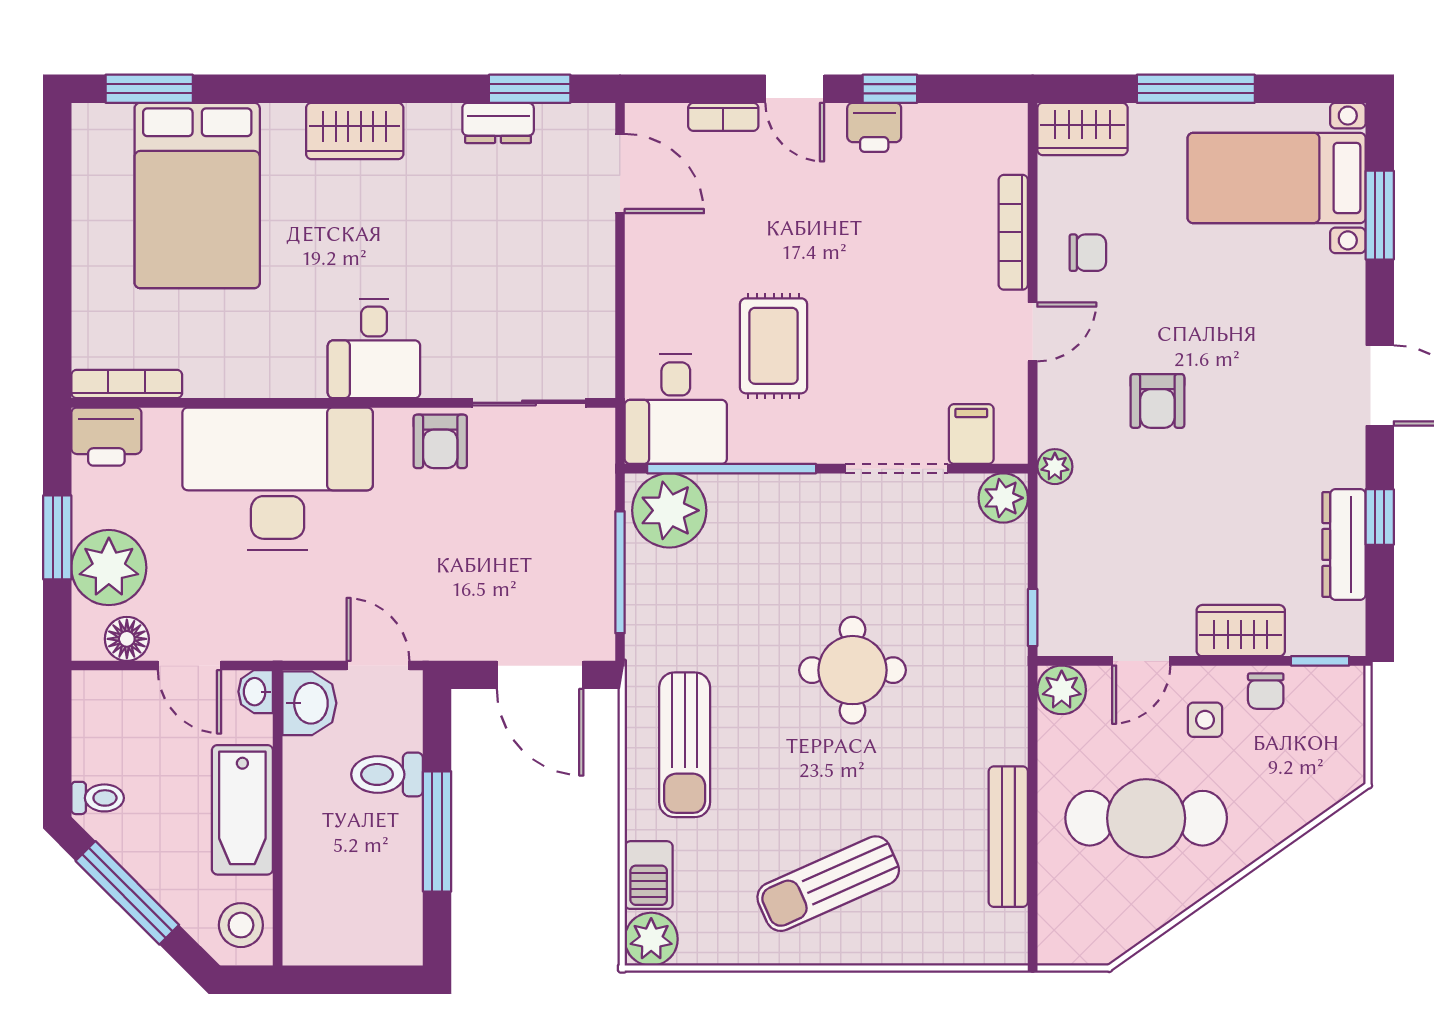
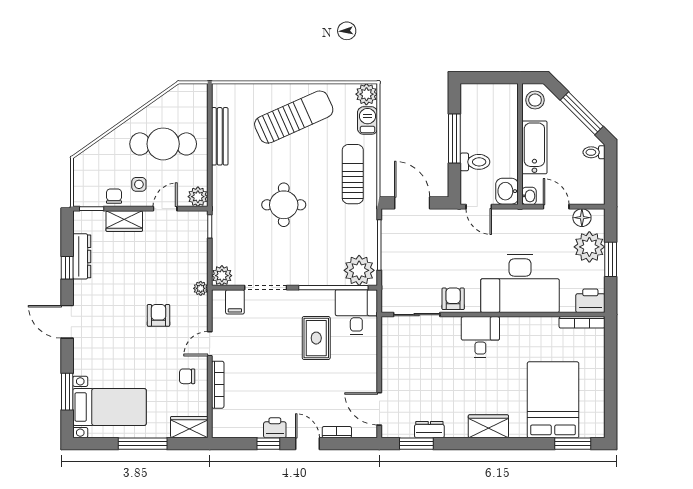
sun lounger: (828, 884) -> (294, 117), width x1.36, depth x1.34

